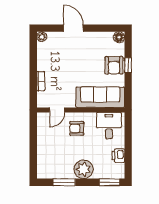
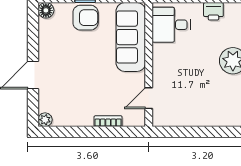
door: (57, 110) -> (149, 98), swing flipped
armchair: (77, 128) -> (175, 70), removed

